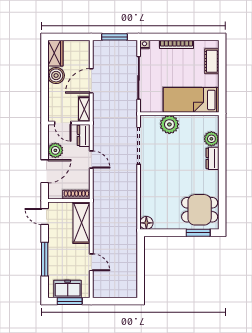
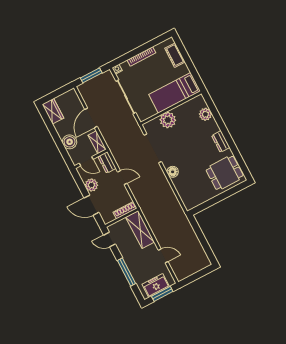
boiler: (56, 75) -> (70, 142), moved
dresser: (212, 158) -> (221, 142), moved
door: (45, 171) -> (92, 205), swing flipped
floor lamp: (146, 223) -> (173, 172), moved
window: (198, 233) -> (233, 191), removed

